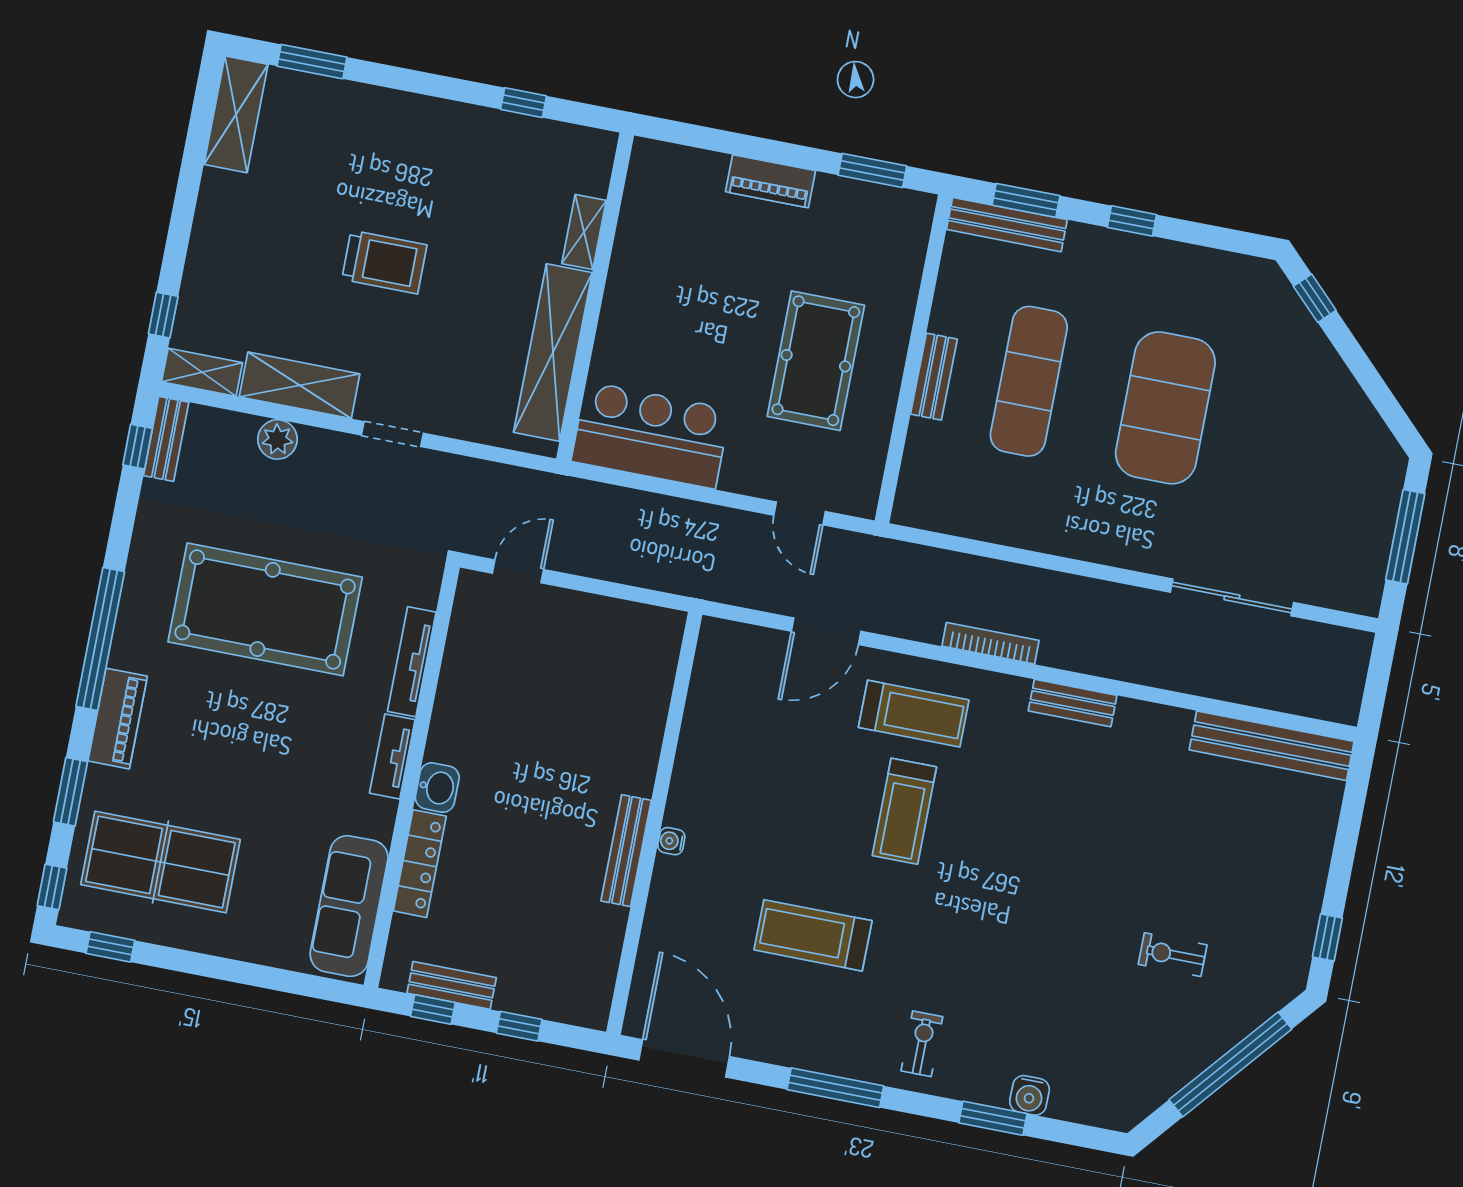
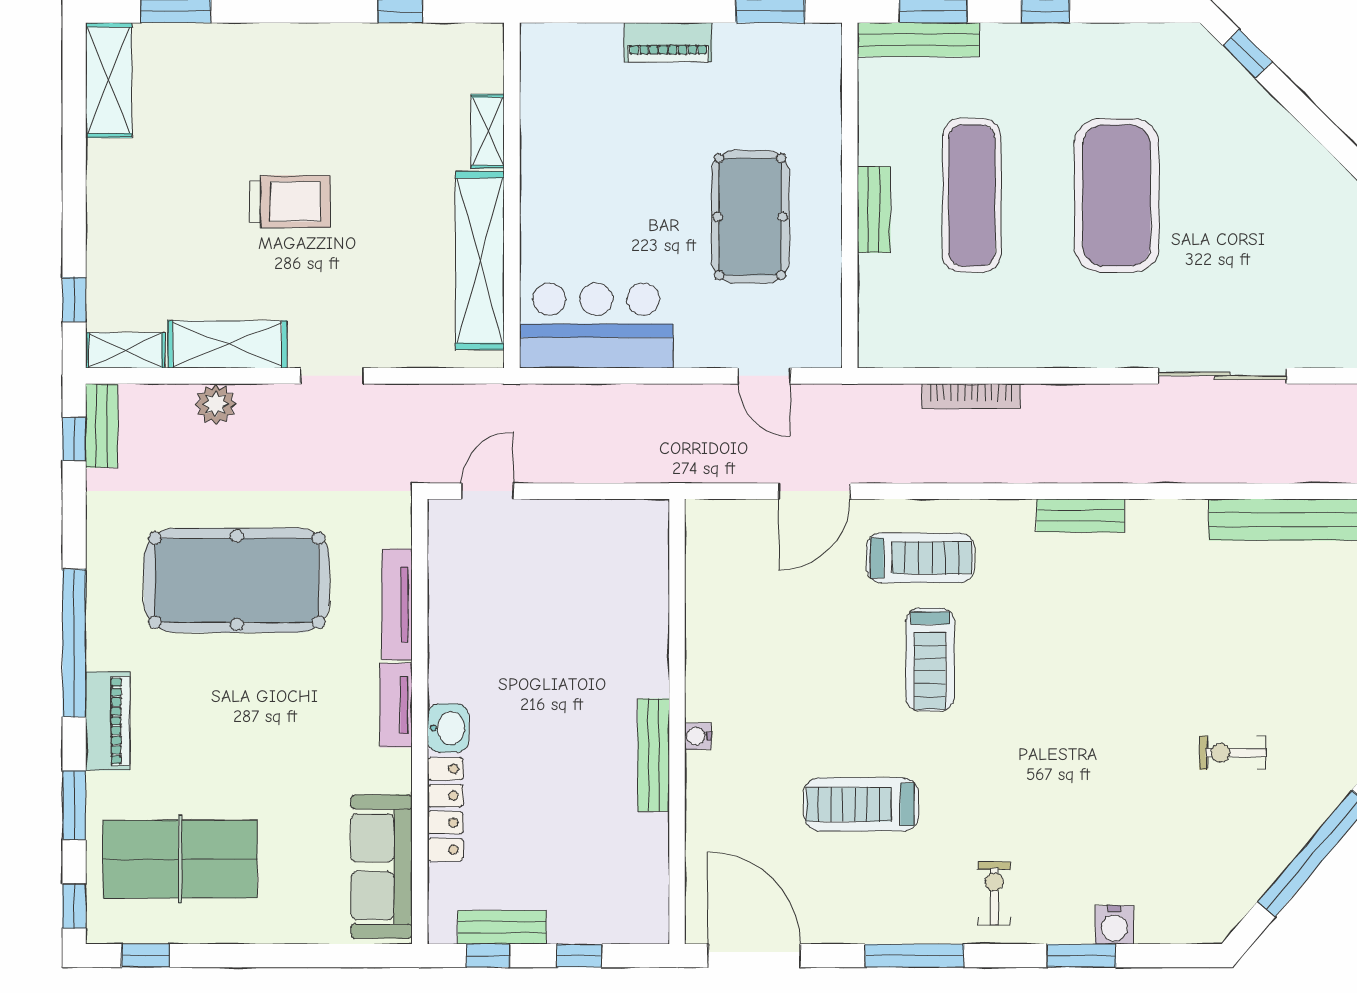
bookcase: (991, 643) -> (971, 396), moved, turned 180

